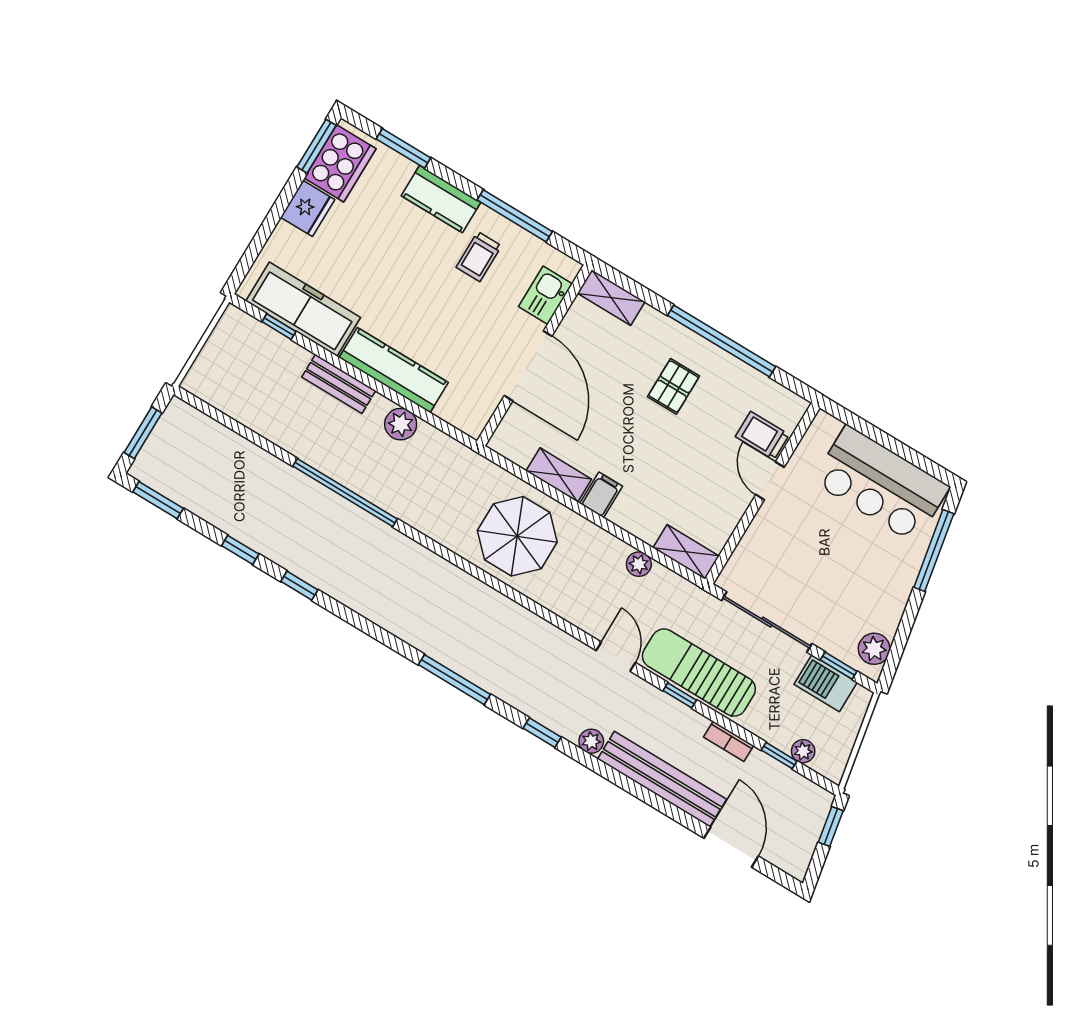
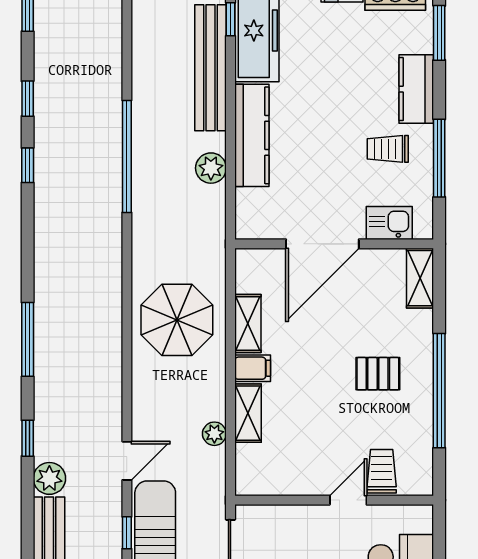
bench: (339, 384) -> (210, 68), width x1.86, depth x1.21
shelving: (686, 552) -> (248, 413), moved
plant: (591, 741) -> (49, 478), width x1.38, depth x1.38

